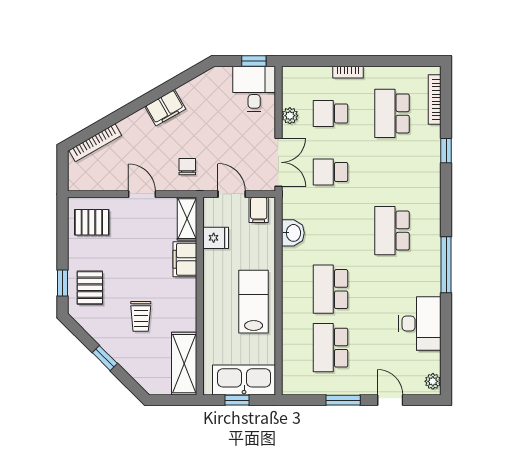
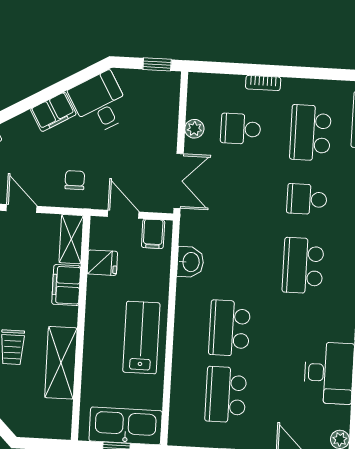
desk: (254, 89) -> (100, 103), moved, turned -30
school desk: (330, 172) -> (307, 199), moved
shelving: (184, 364) -> (61, 363), moved

